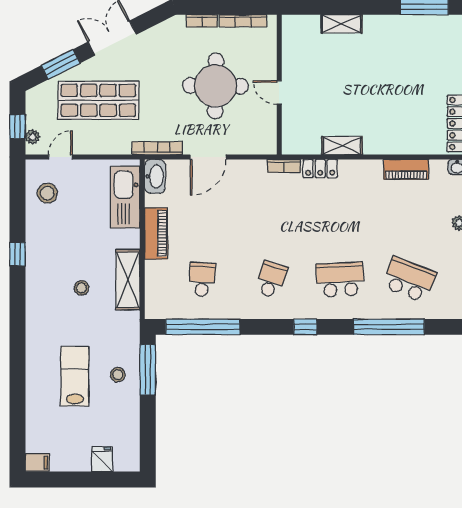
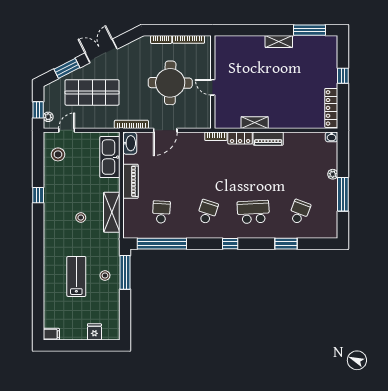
shelving: (342, 24) -> (279, 41), moved
piano: (406, 169) -> (268, 139), moved
school desk: (409, 279) -> (299, 212), width x0.54
window: (389, 327) -> (286, 244), width x0.47

